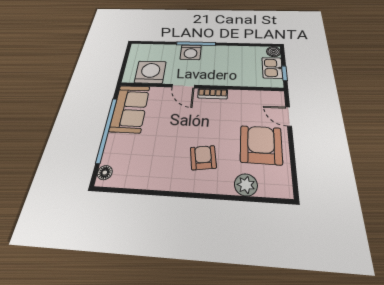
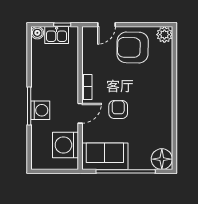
armchair: (203, 158) -> (118, 110), moved, turned 98
floor lamp: (105, 173) -> (162, 159), width x1.89, depth x1.89
plant: (246, 185) -> (164, 35), moved

